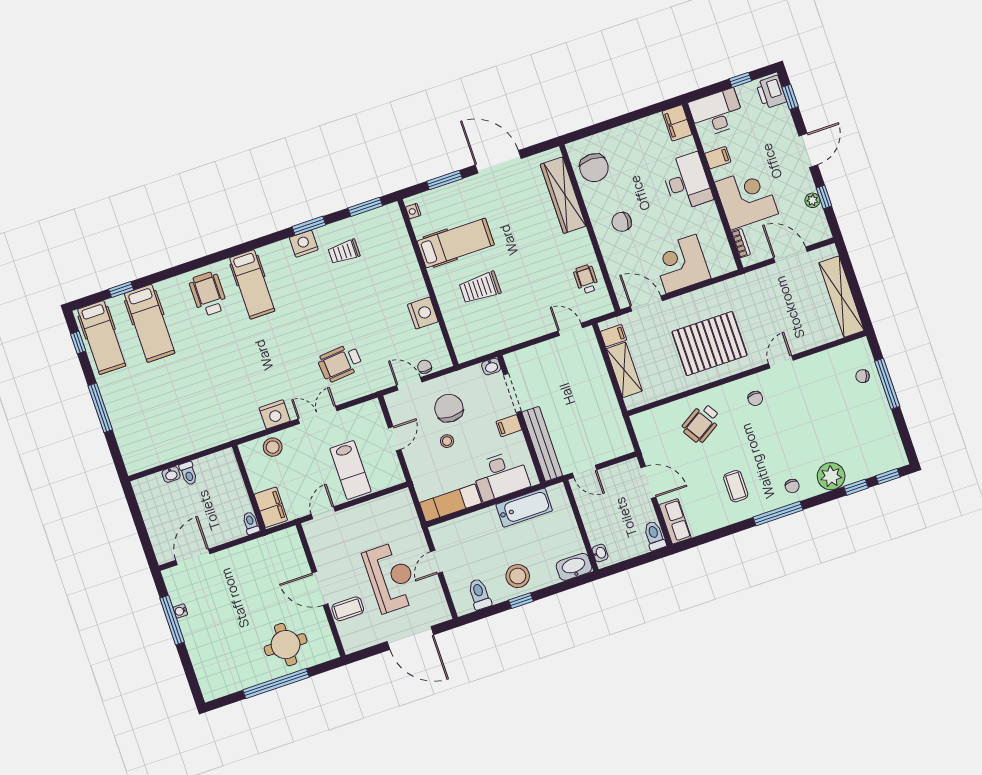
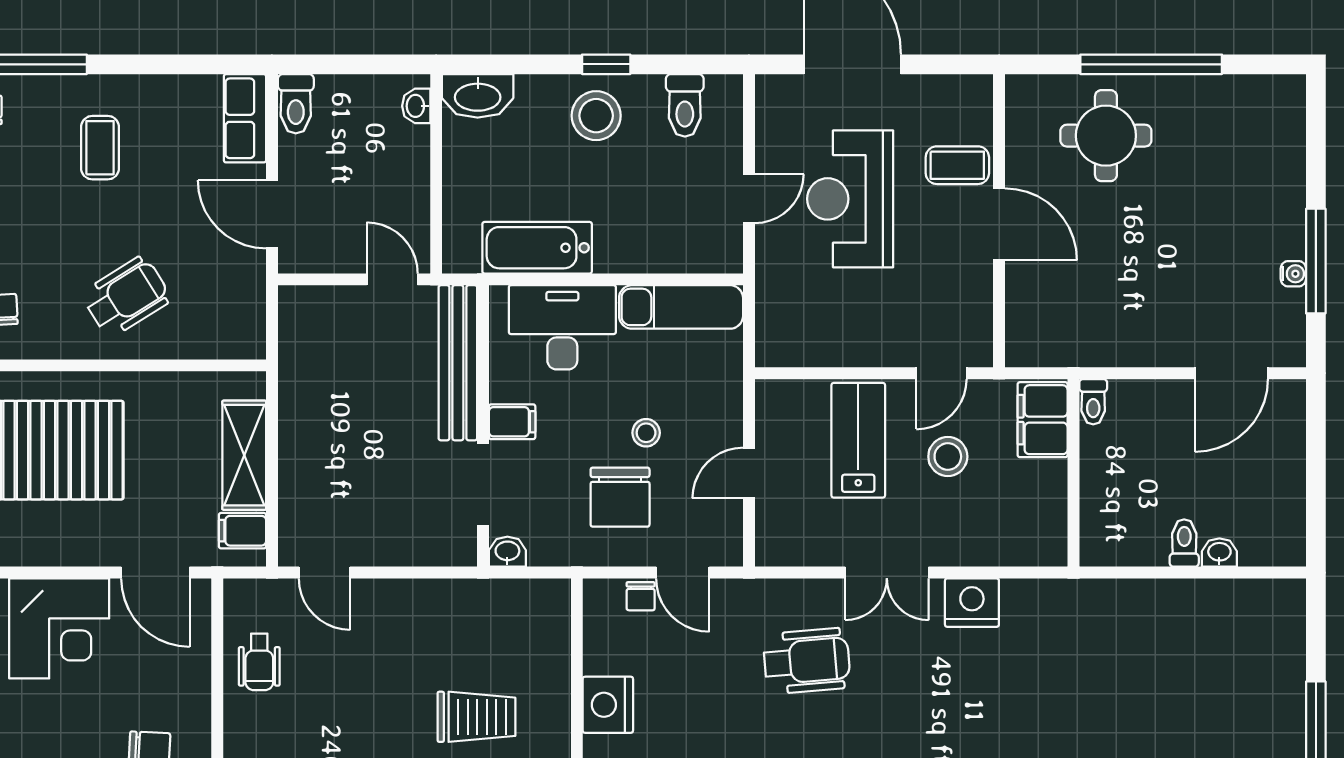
stool: (273, 447) -> (948, 457), moved

